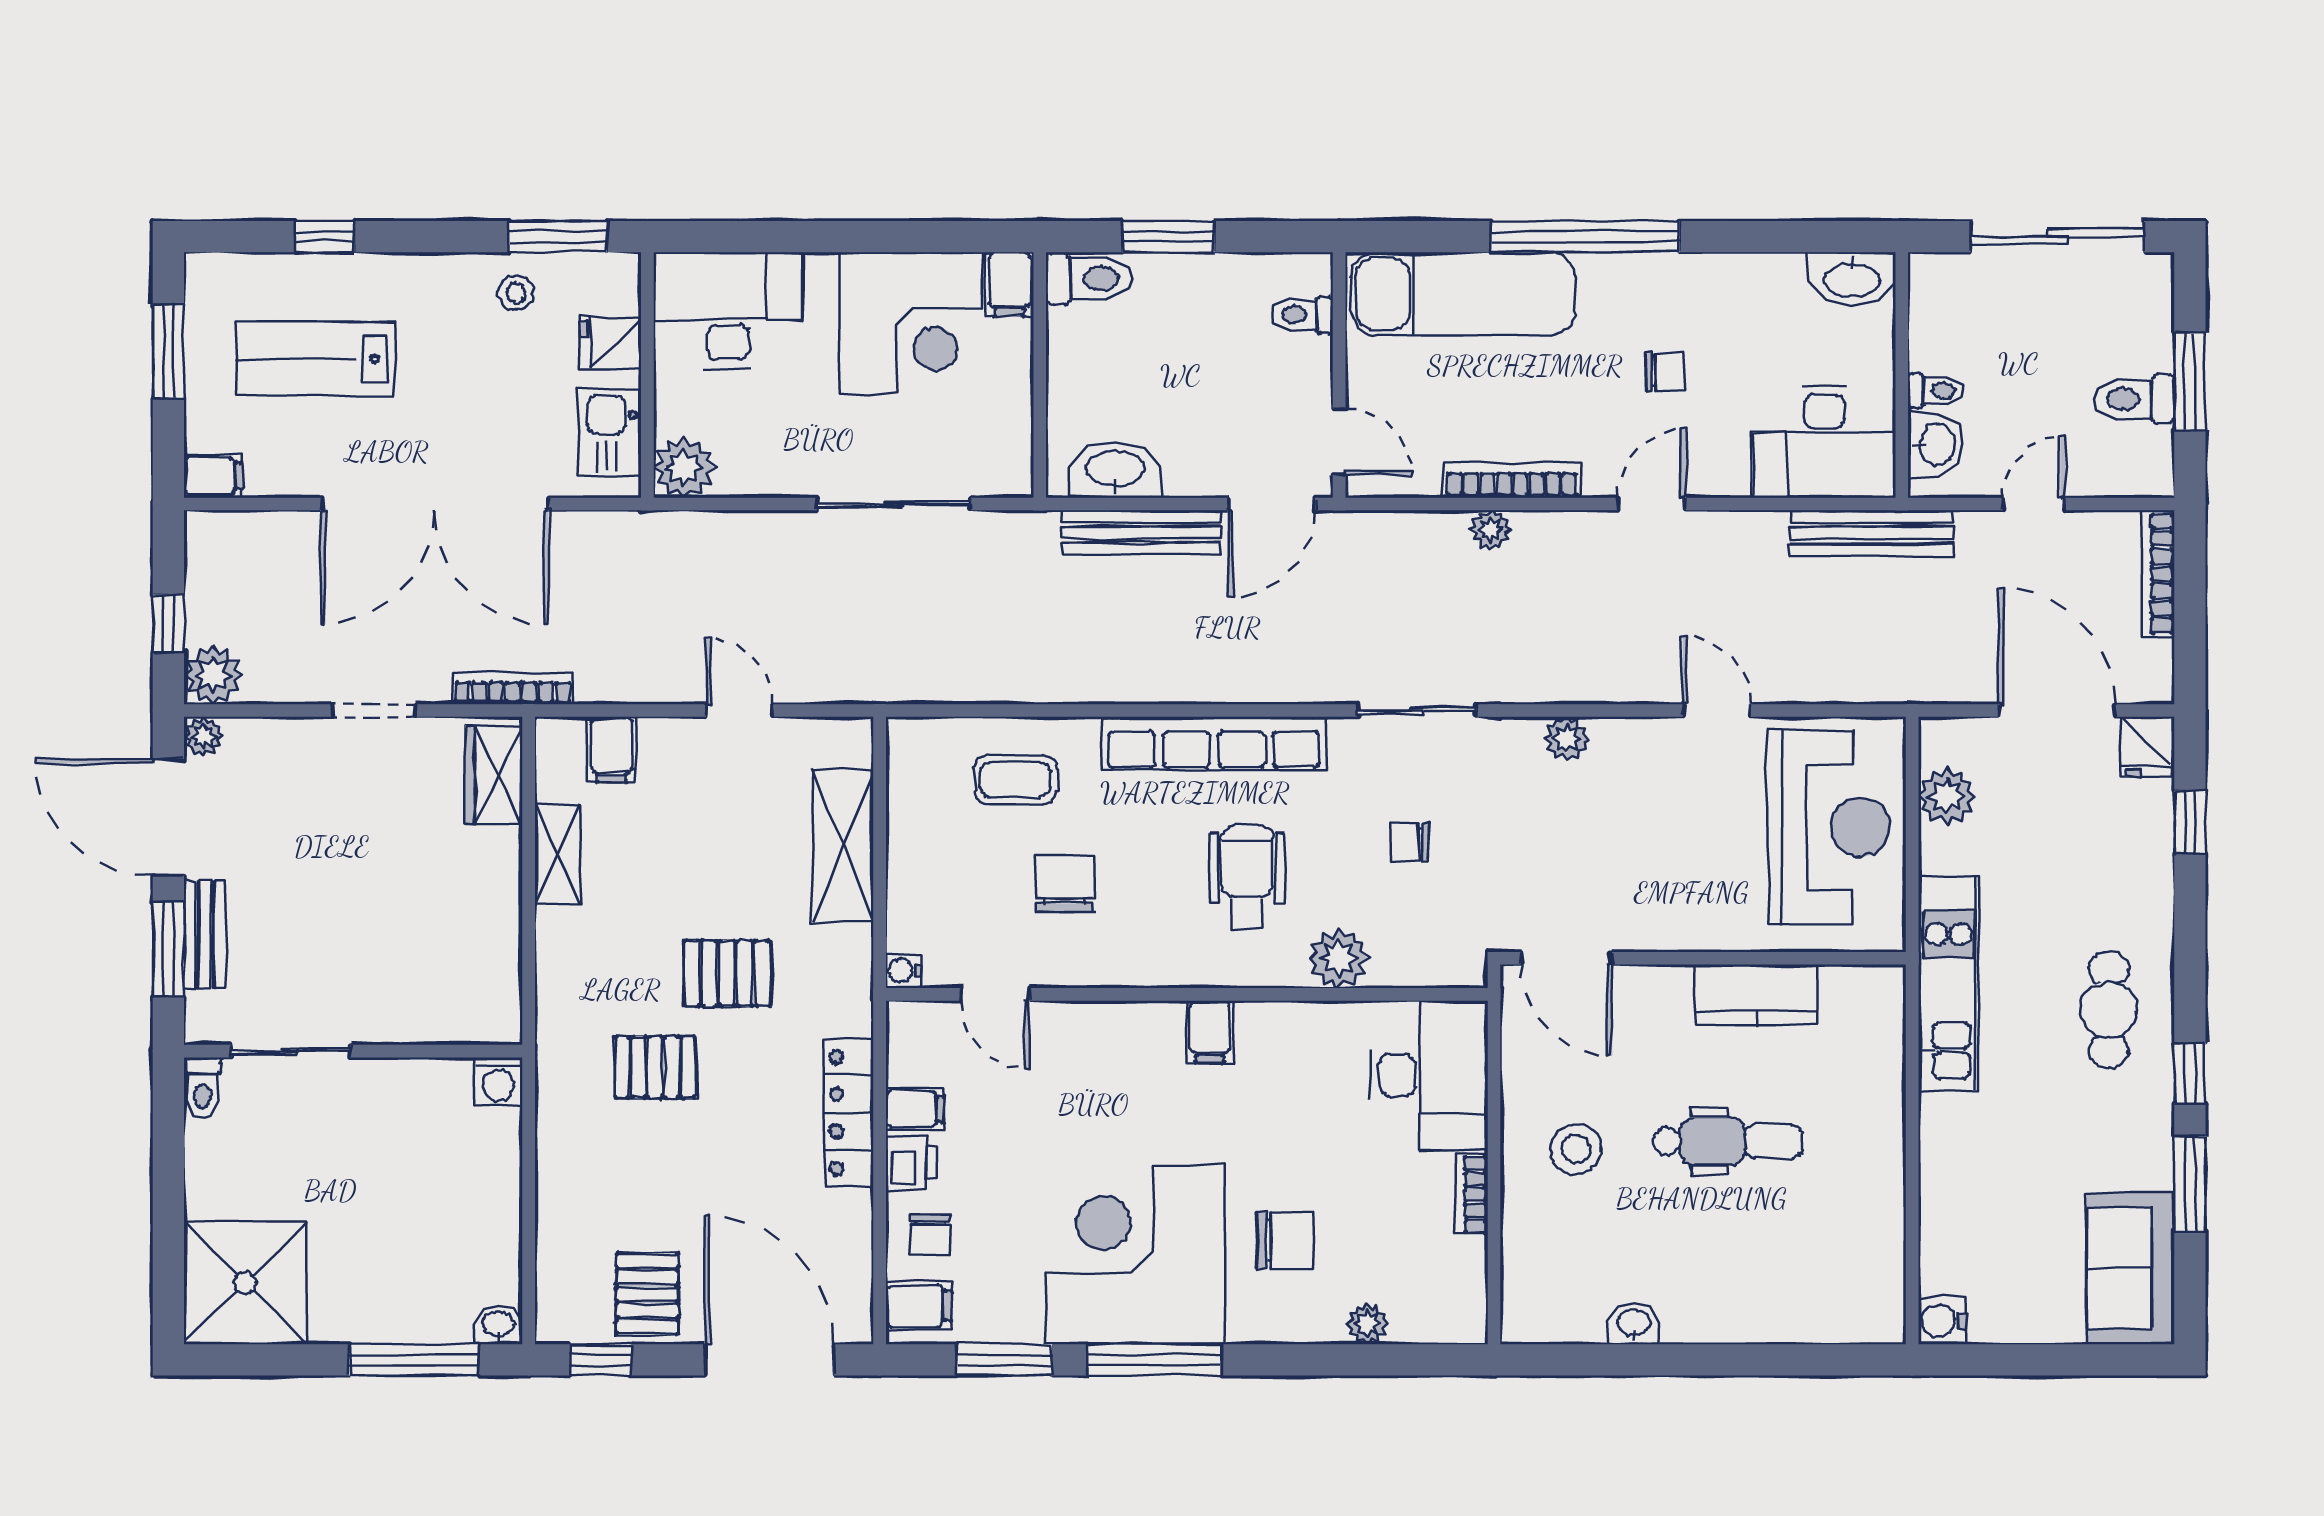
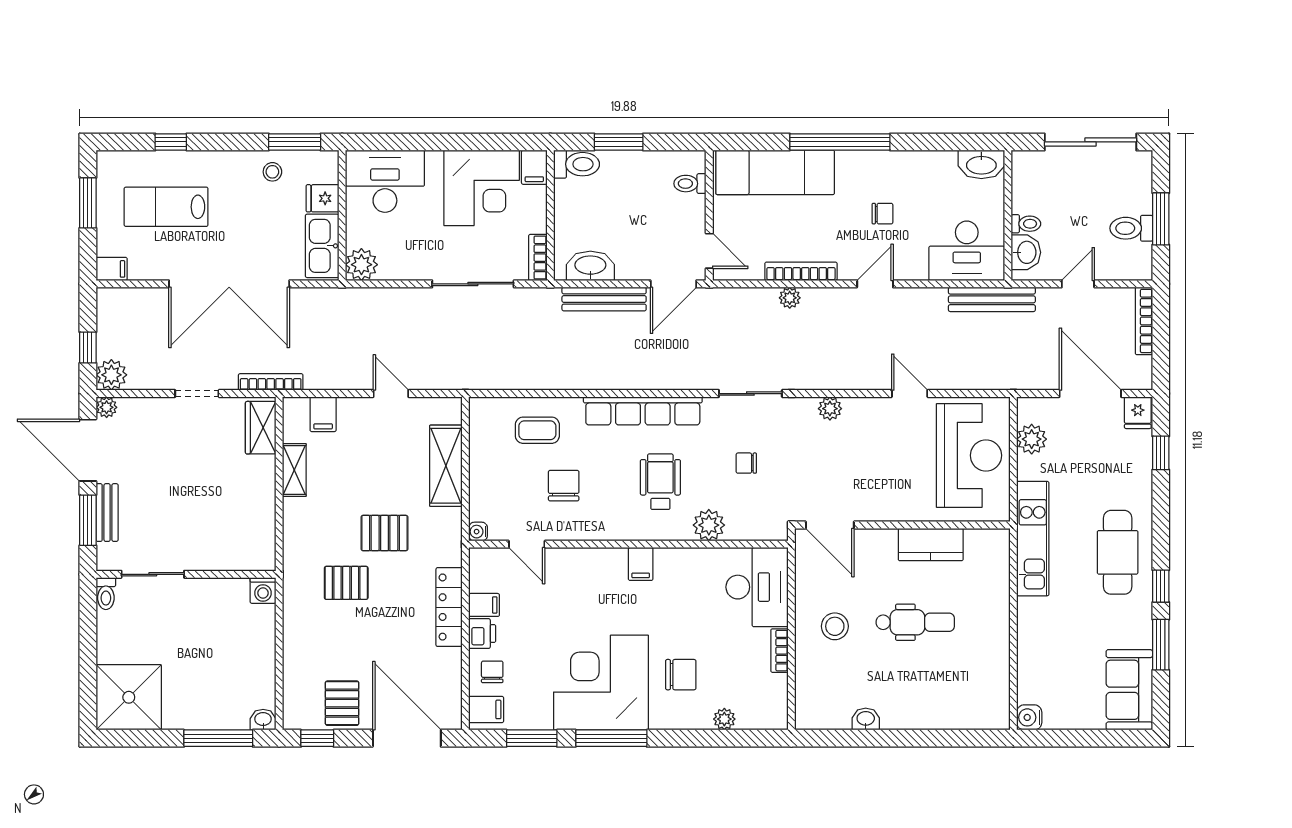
kitchen sink: (610, 432) -> (322, 246), width x1.38
bookcase: (1016, 454) -> (538, 258), added
cafe table: (2109, 1010) -> (1118, 552), width x1.37, depth x1.35
chair: (930, 1235) -> (492, 672), turned 180

